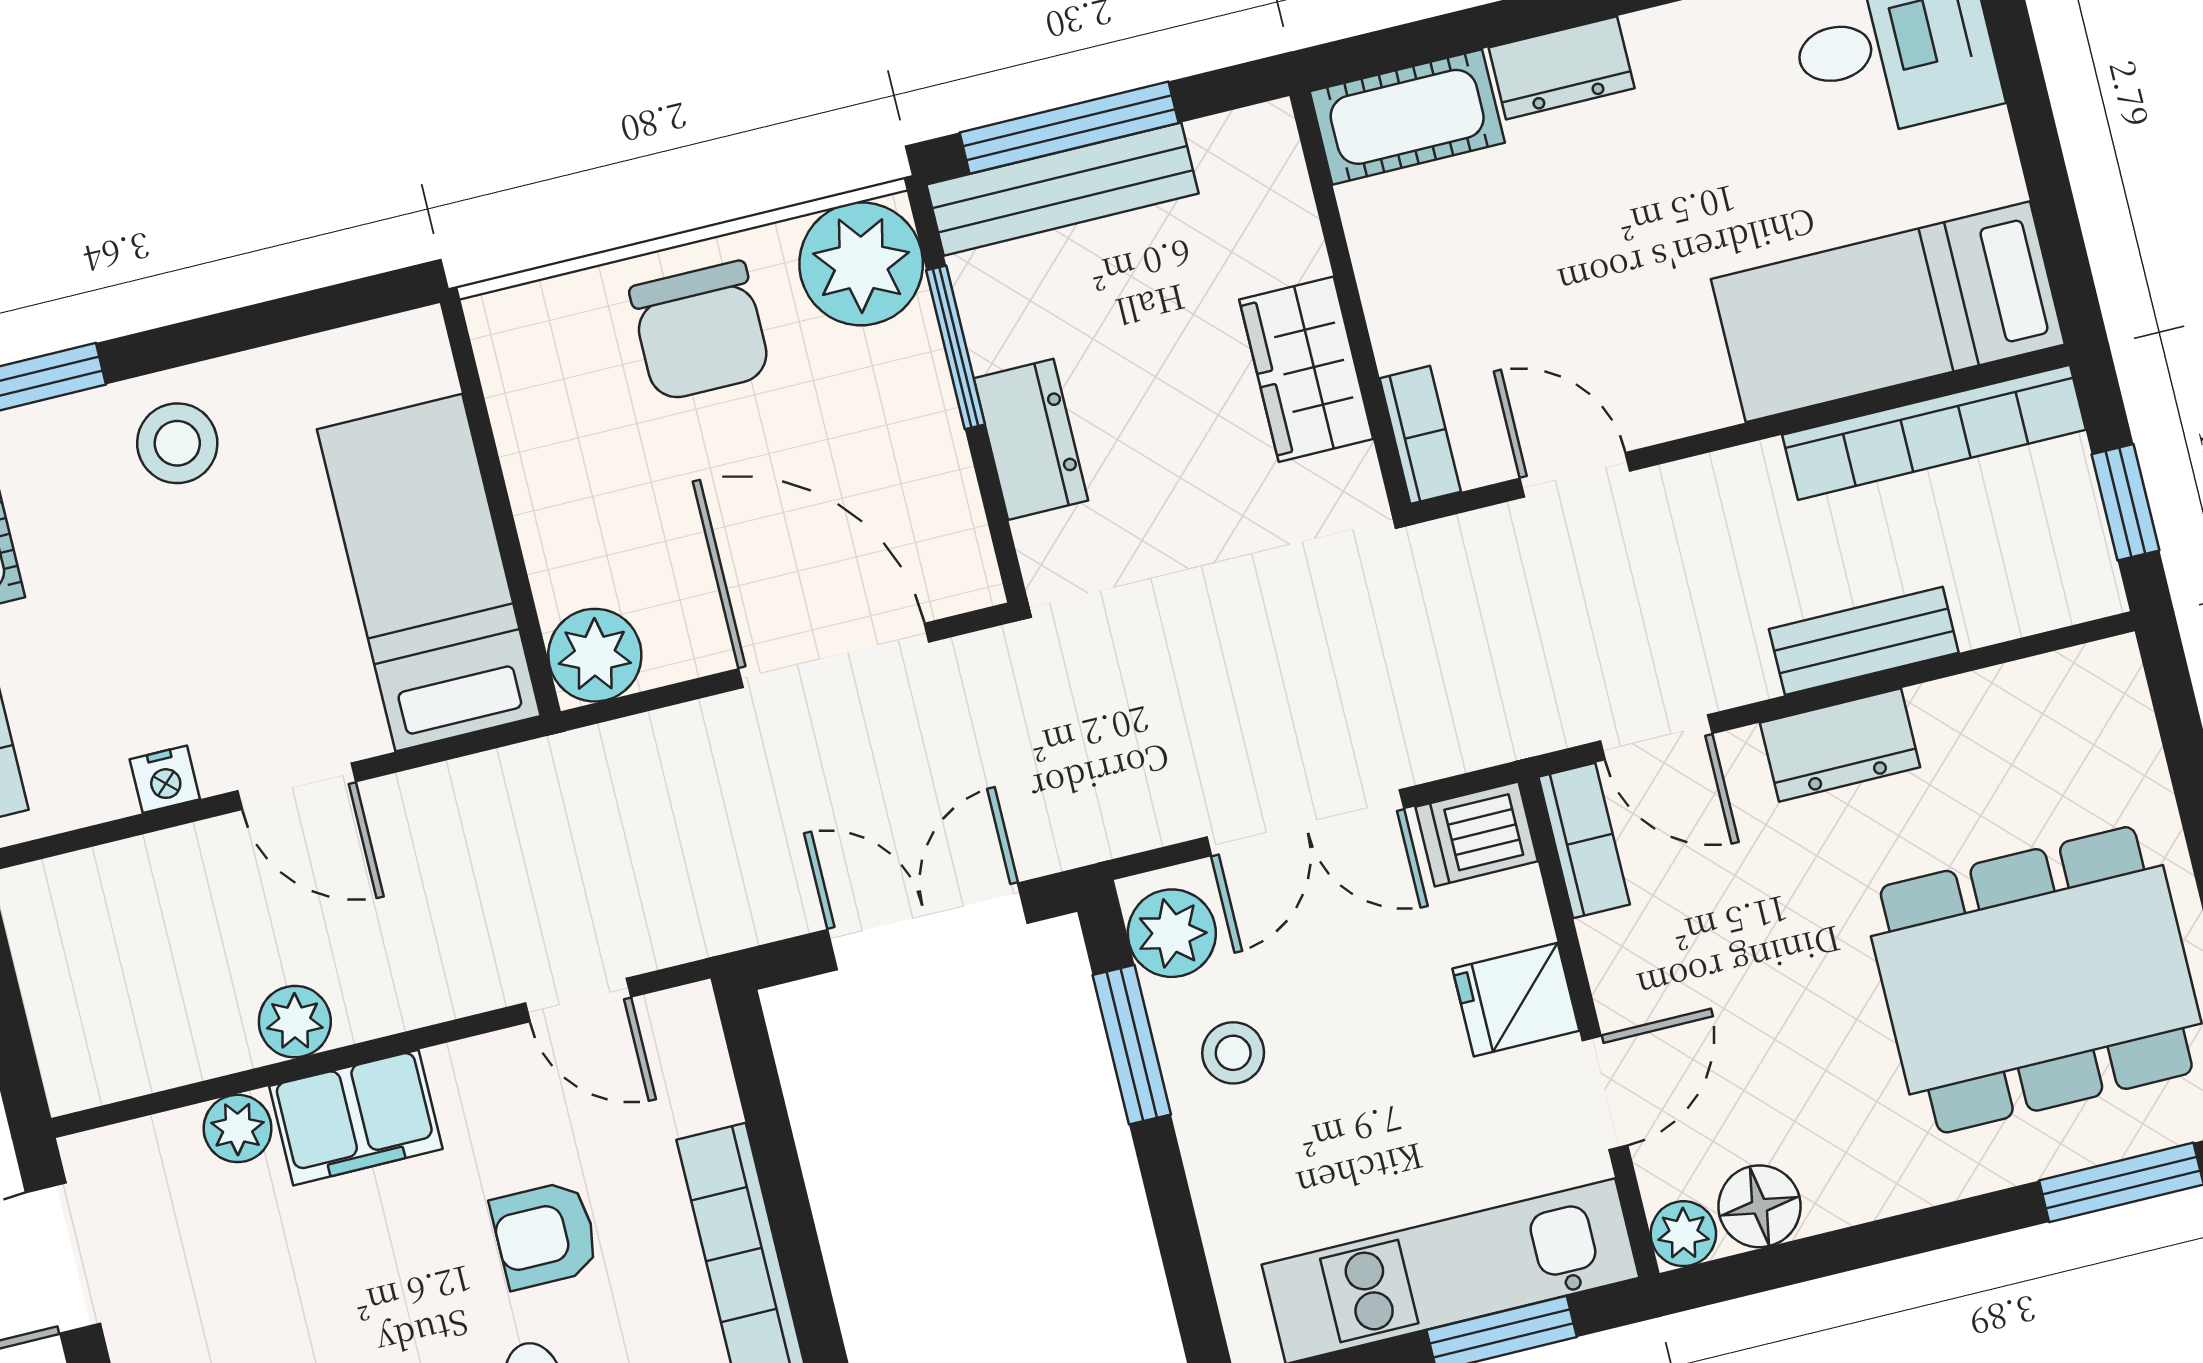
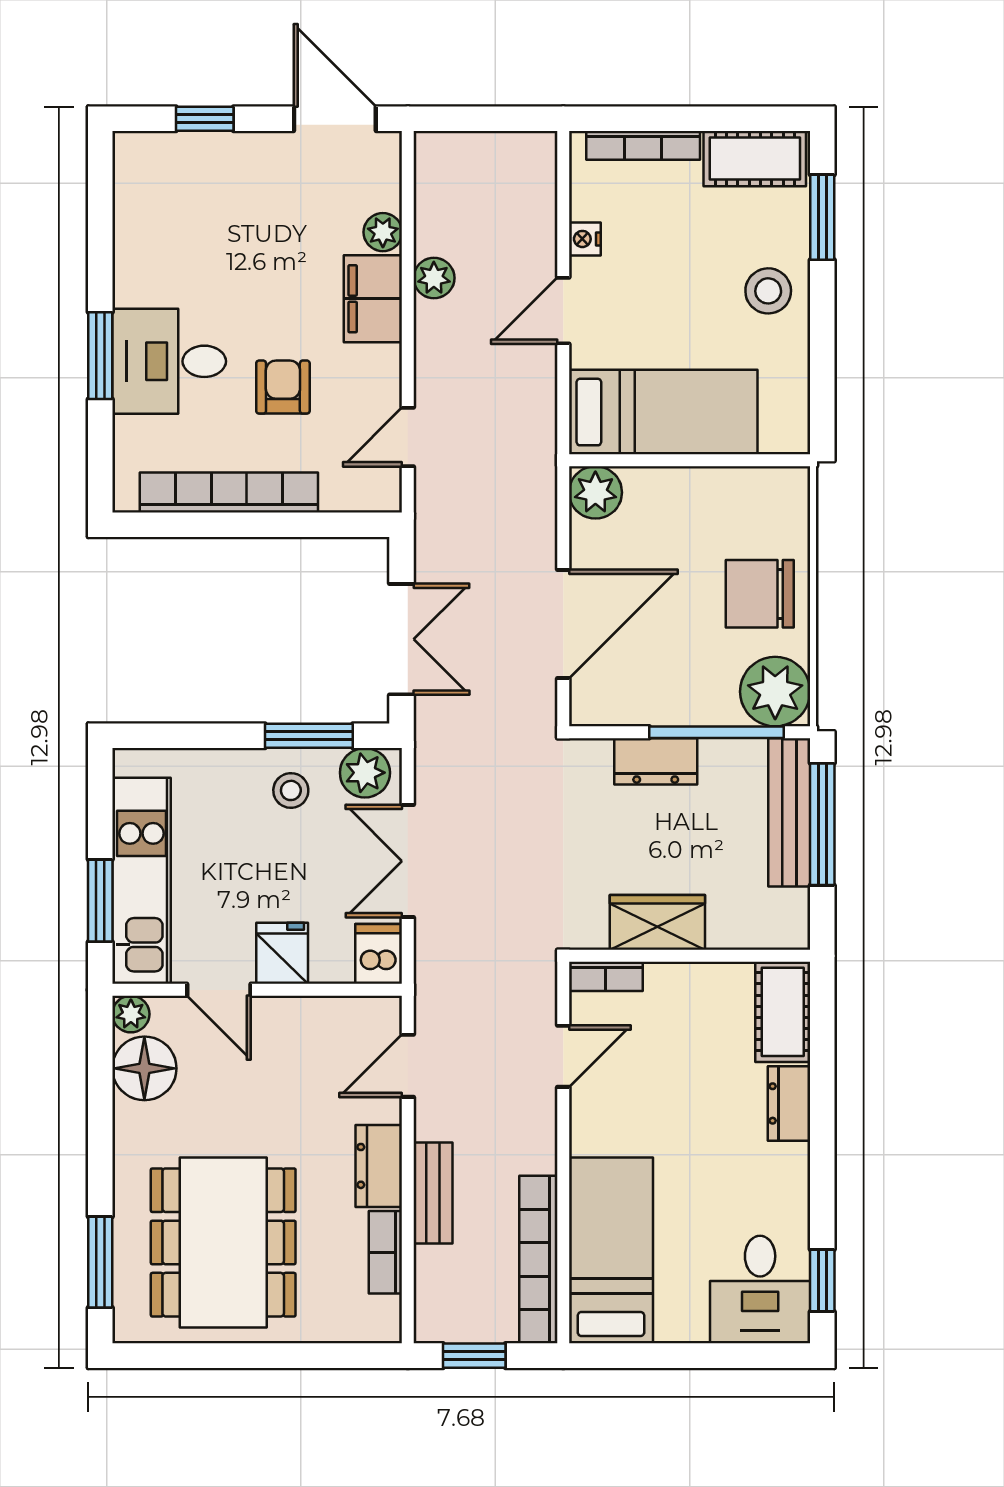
window: (956, 347) -> (716, 732), width x1.44
bookcase: (1584, 841) -> (385, 1252), moved, turned 90
floor lamp: (1759, 1206) -> (144, 1068), width x1.38, depth x1.38

